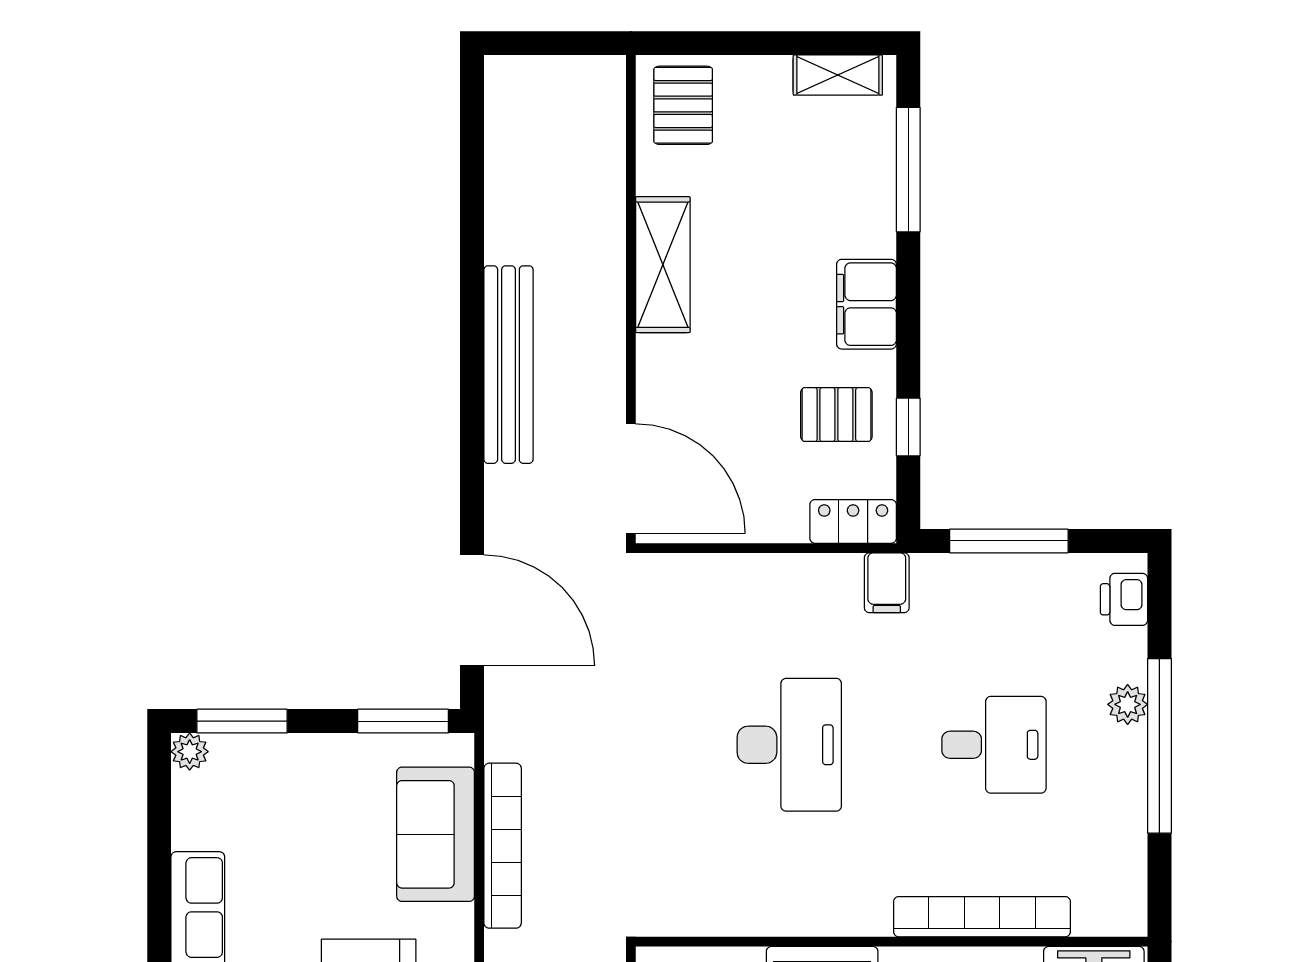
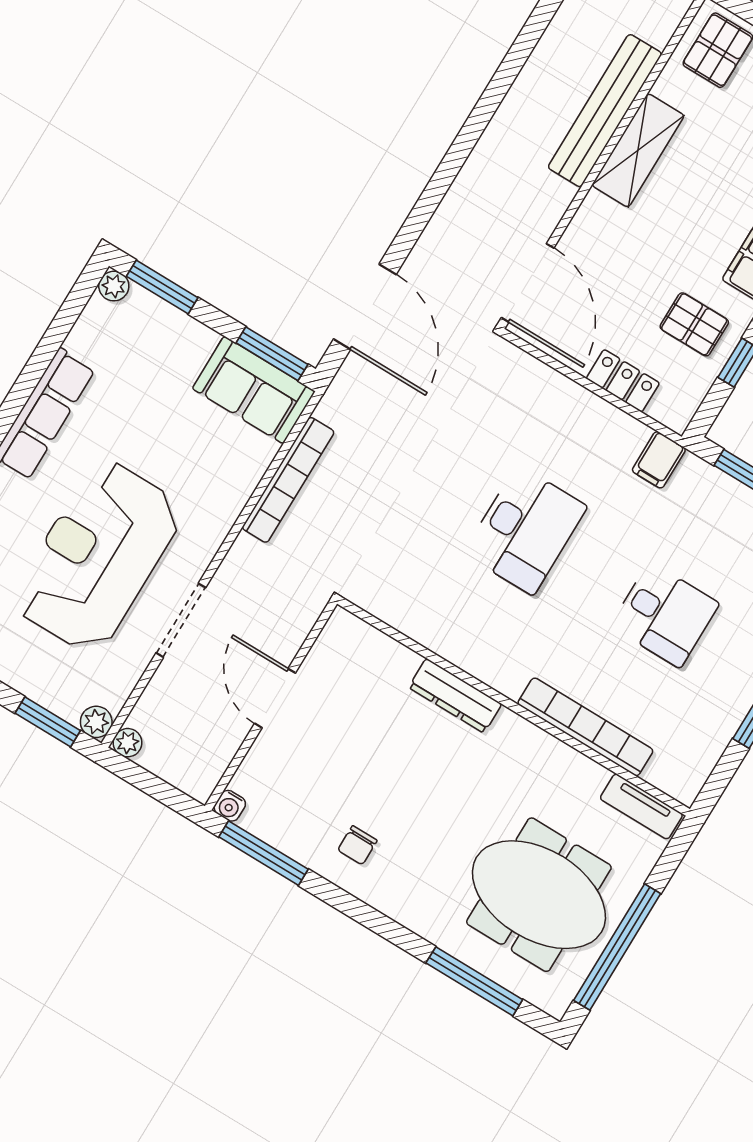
bench: (508, 365) -> (605, 111), moved
locker: (853, 521) -> (623, 381), moved
sofa: (436, 834) -> (254, 390), moved, turned -90

